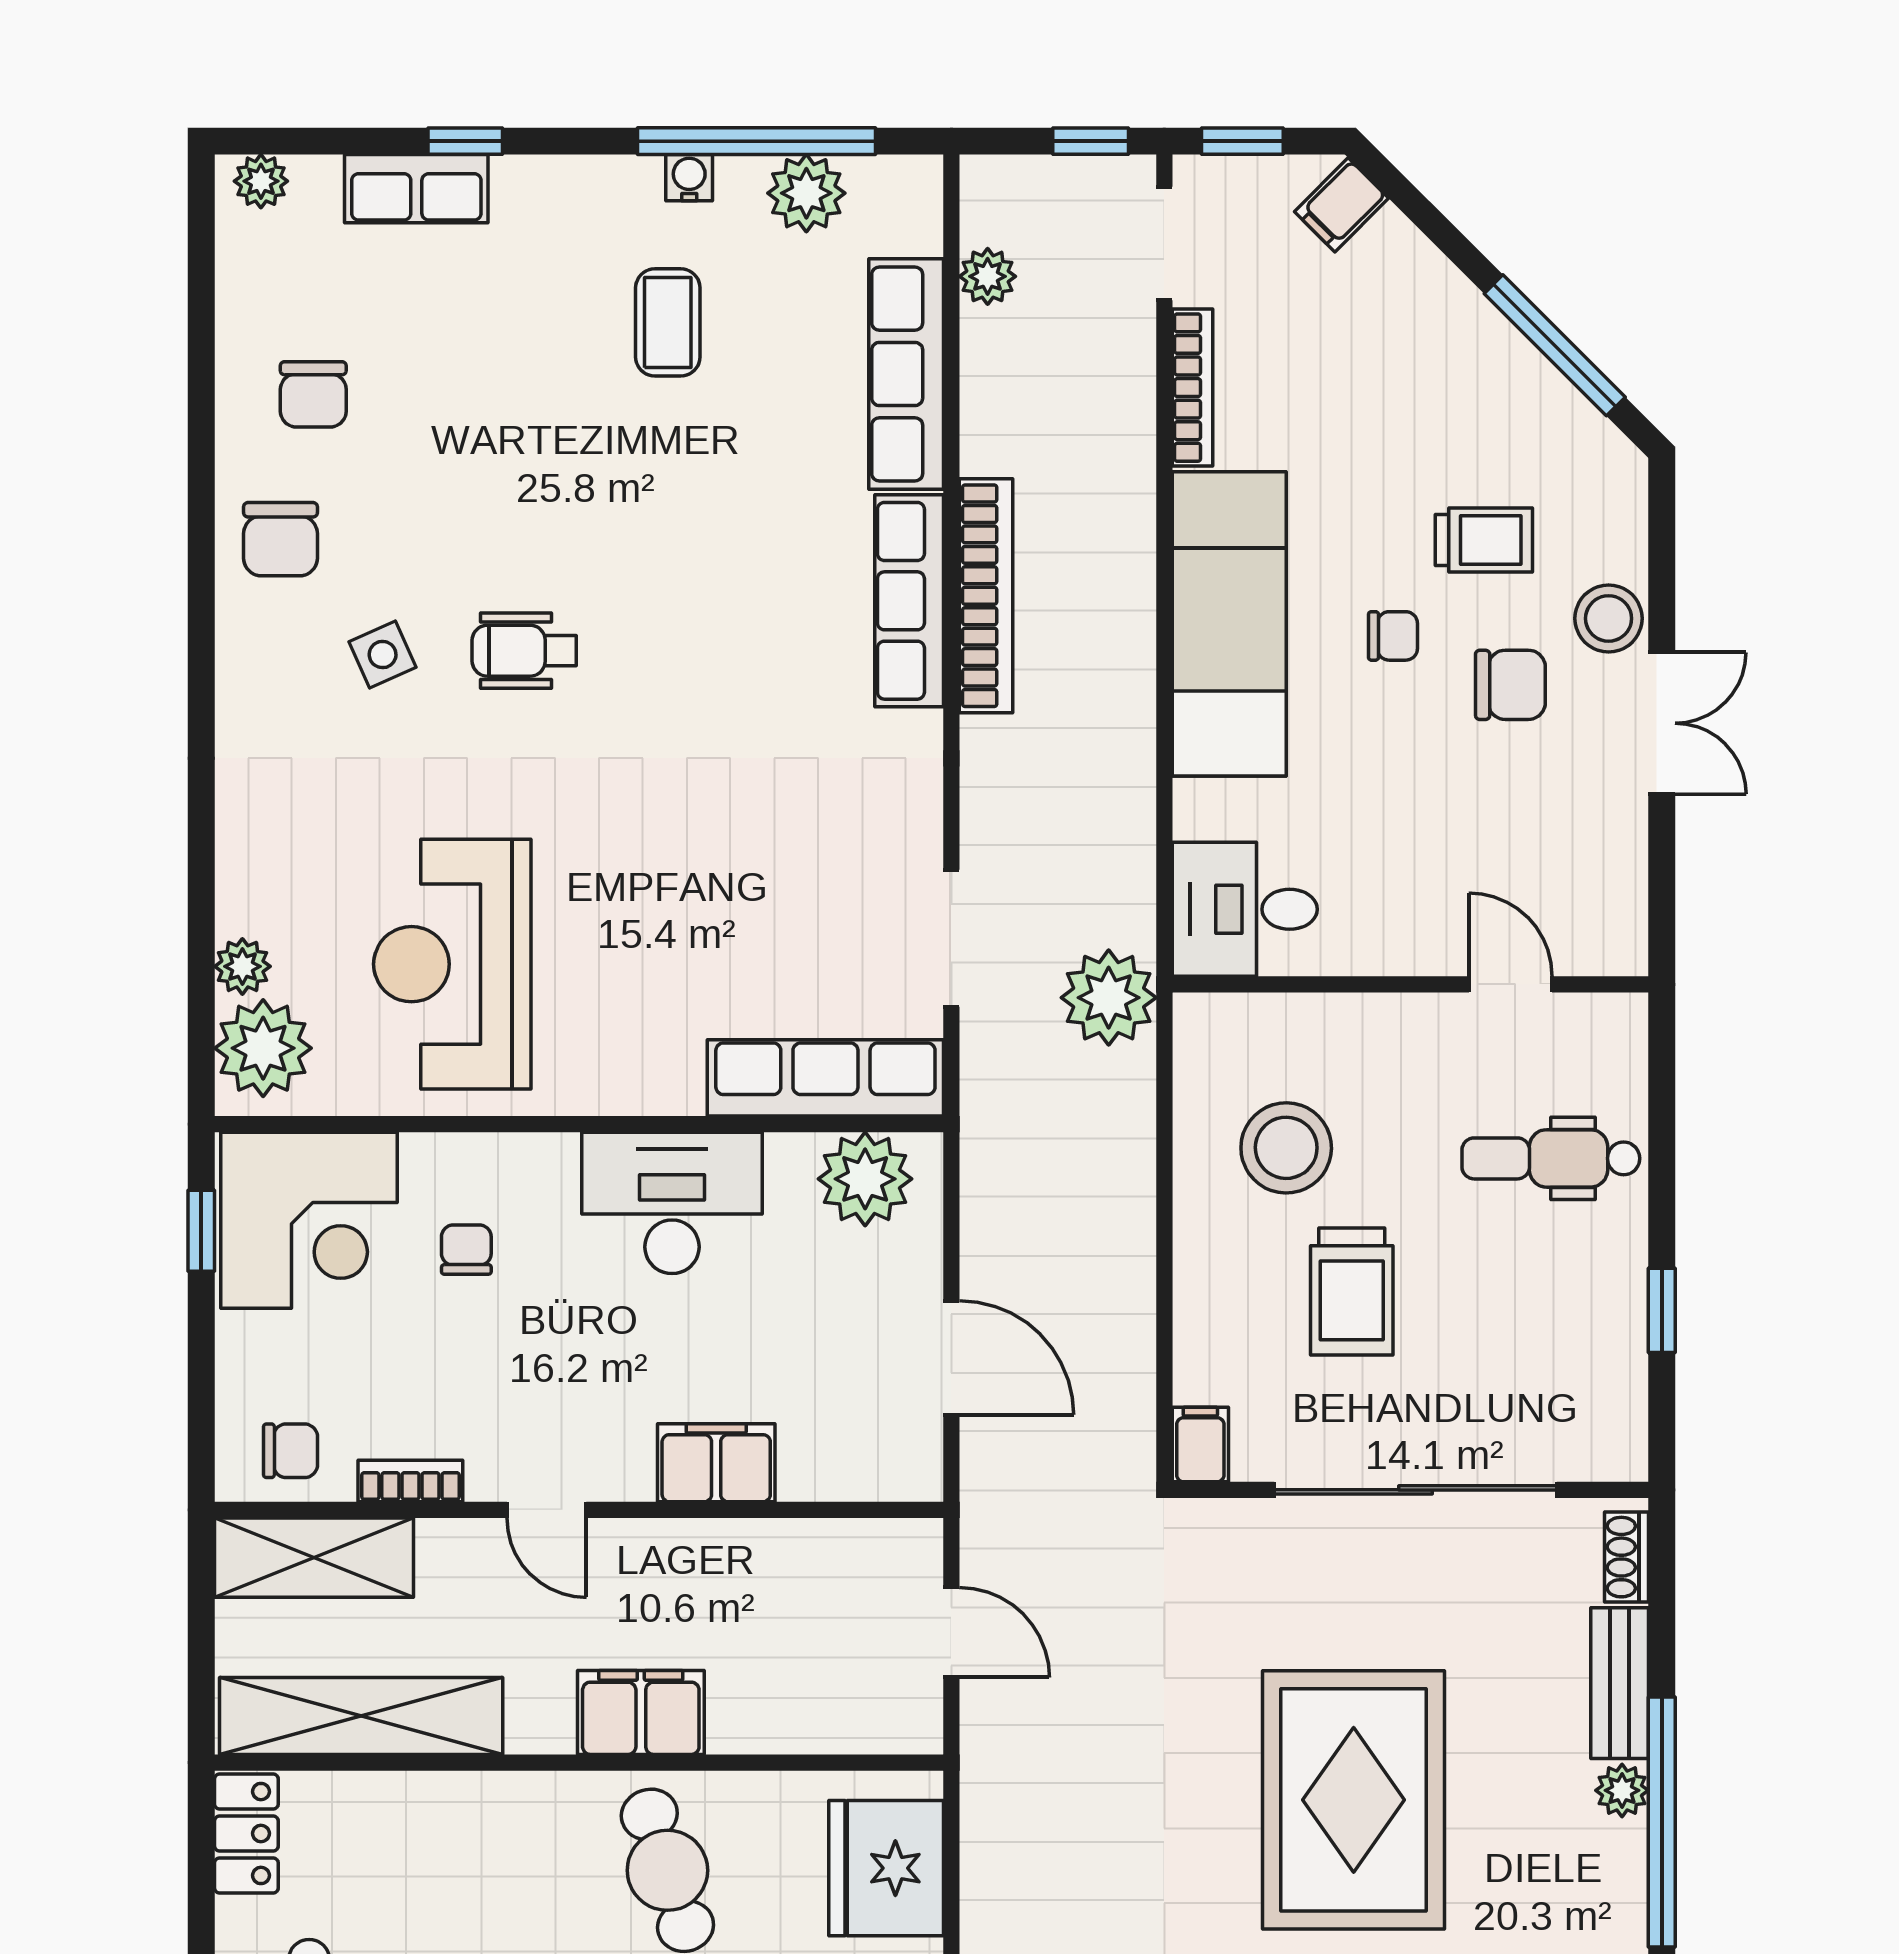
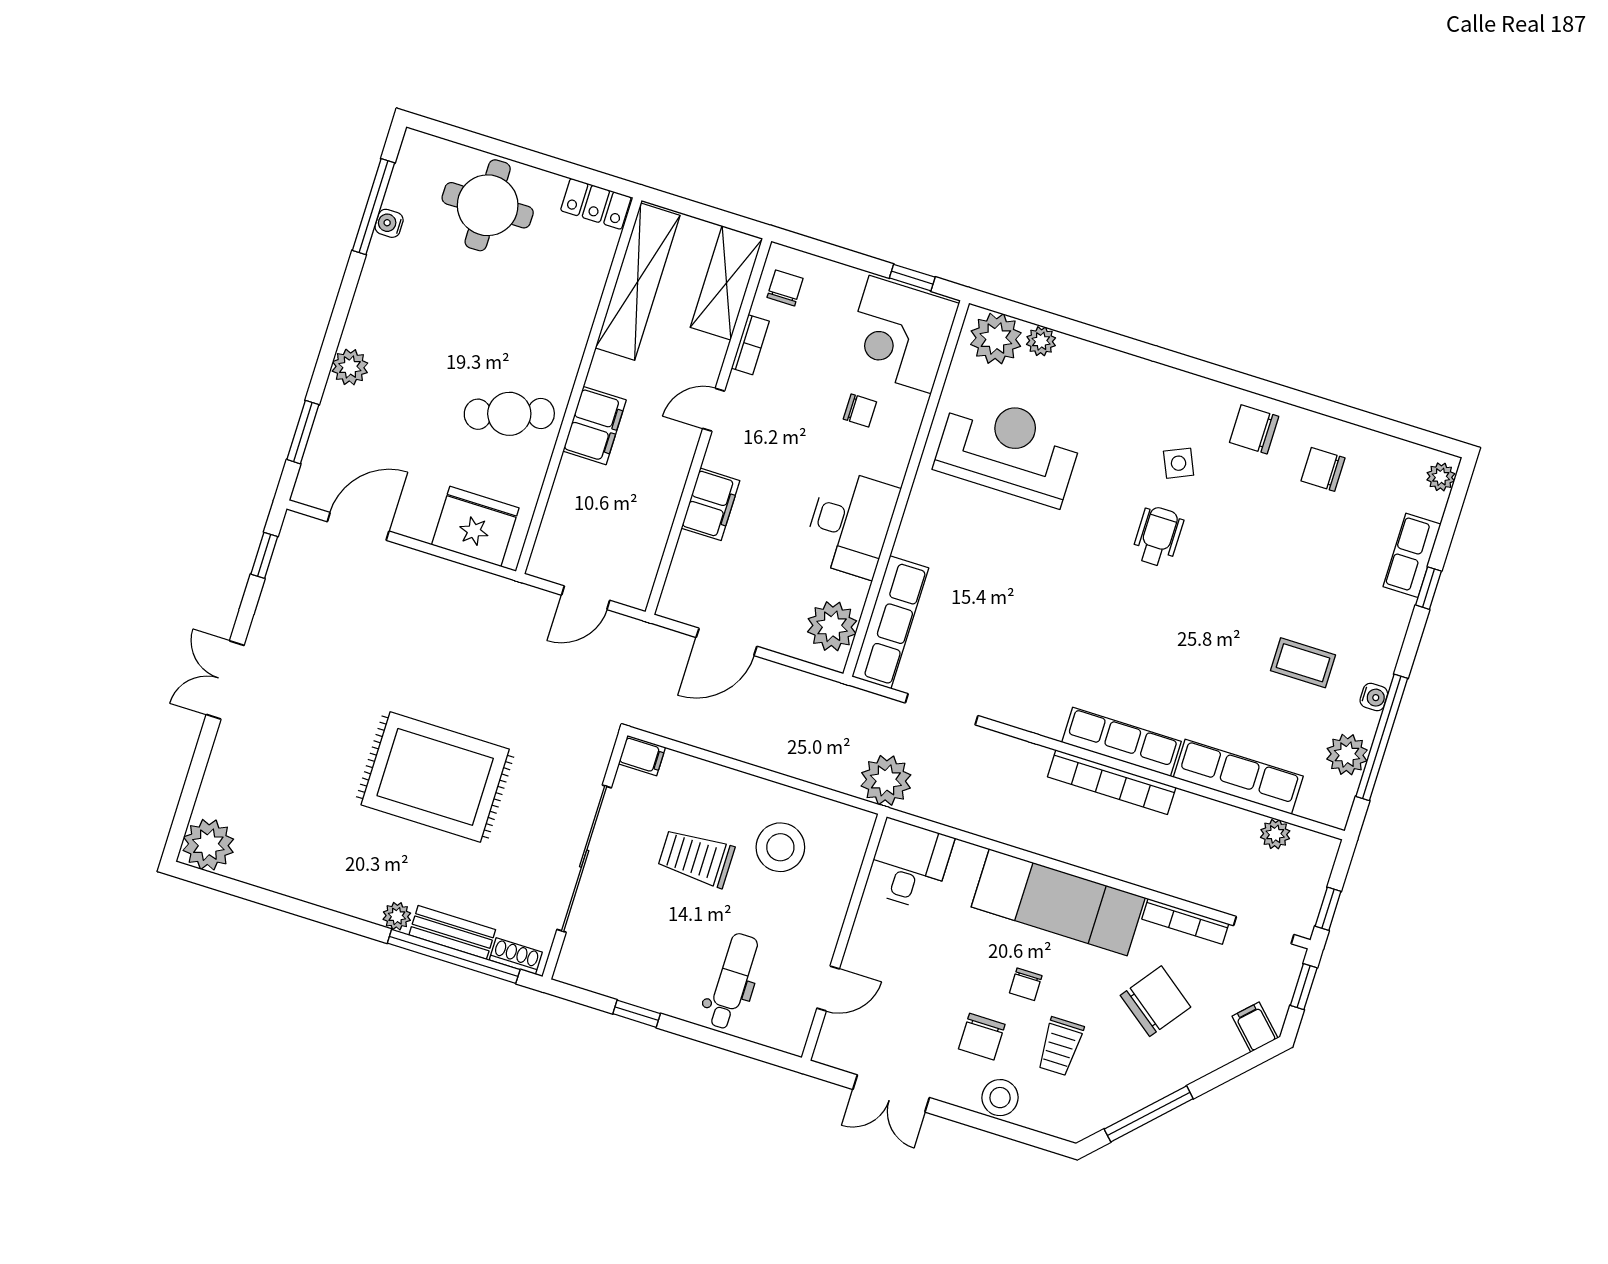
chair: (1351, 396) -> (1156, 1001), added
double door: (1662, 723) -> (891, 1093), moved
chair: (290, 1451) -> (785, 288), turned 180
window: (1662, 1822) -> (454, 956), moved

